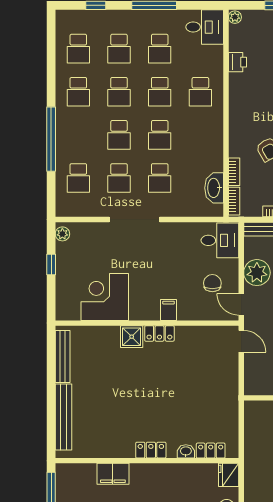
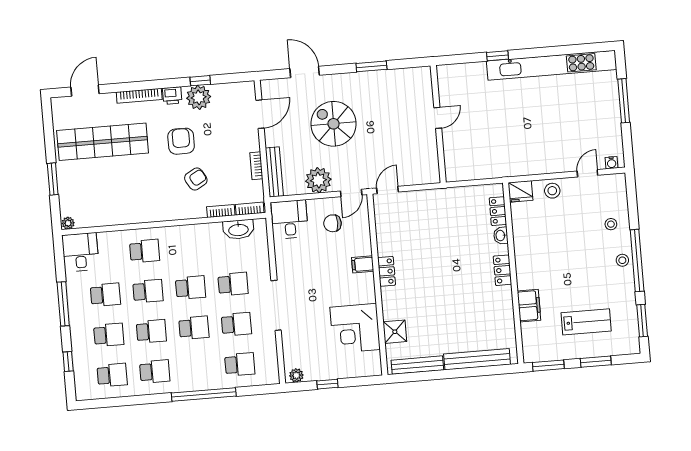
printer: (237, 62) -> (112, 217), removed
shower: (132, 337) -> (395, 332), moved

